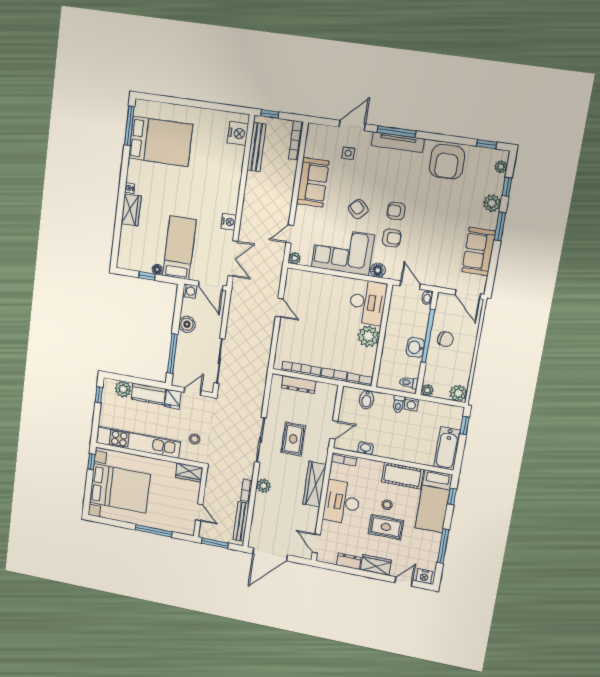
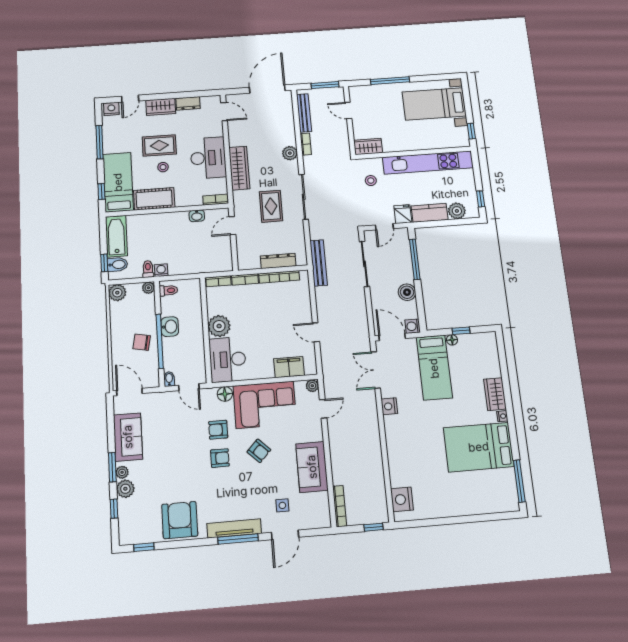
bed: (160, 141) -> (479, 447), moved
bench: (257, 147) -> (319, 263), moved
plant: (501, 167) -> (122, 472), moved
filing cabinet: (312, 281) -> (289, 367), added
bidet: (367, 400) -> (117, 264), moved, turned 90
toilet: (398, 404) -> (148, 269), moved
bed with nightstands: (120, 488) -> (434, 104), width x0.73

